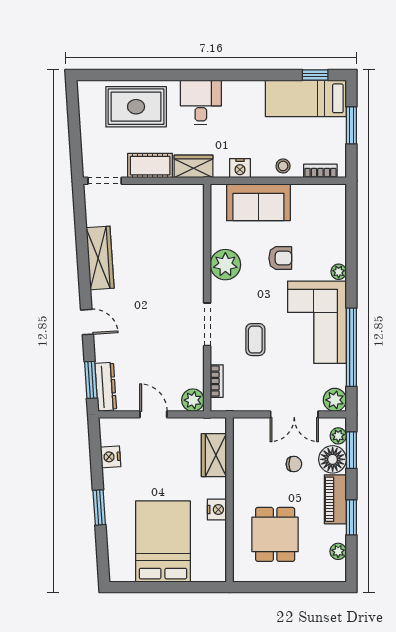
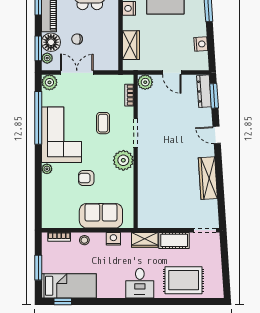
plant: (225, 265) -> (123, 160), moved

